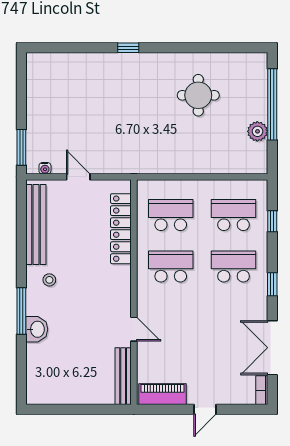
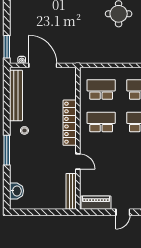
door: (78, 177) -> (43, 65), width x1.87
locker: (121, 229) -> (70, 123), moved
washbasin: (37, 329) -> (17, 191), moved

